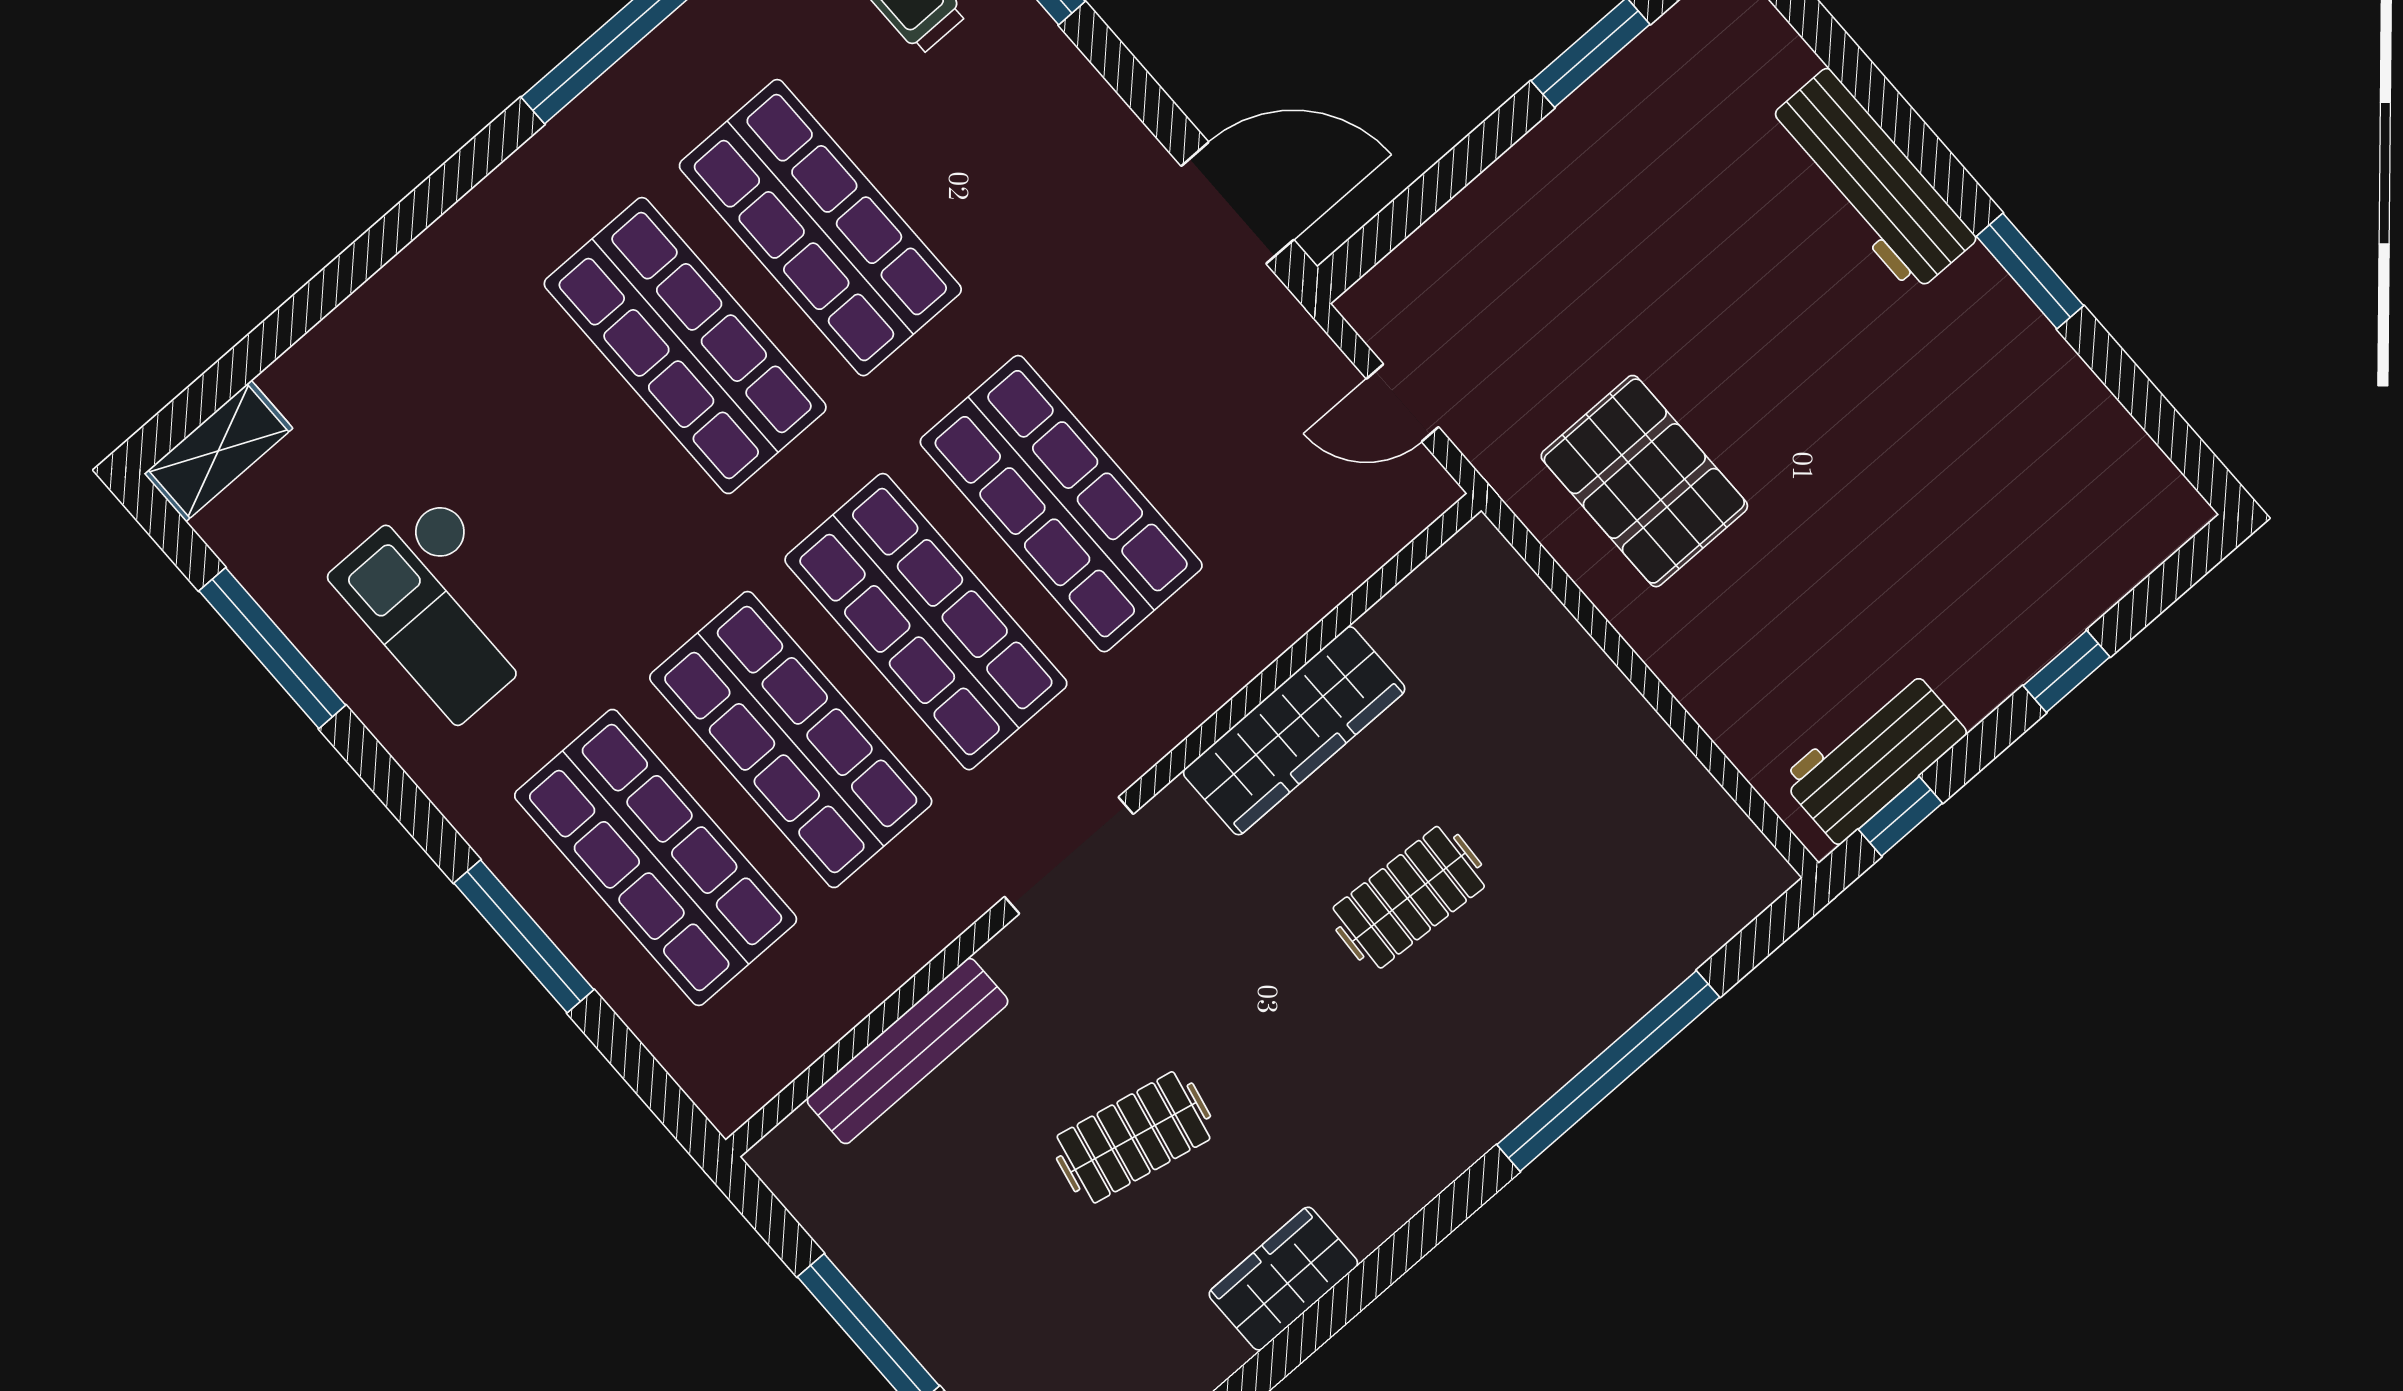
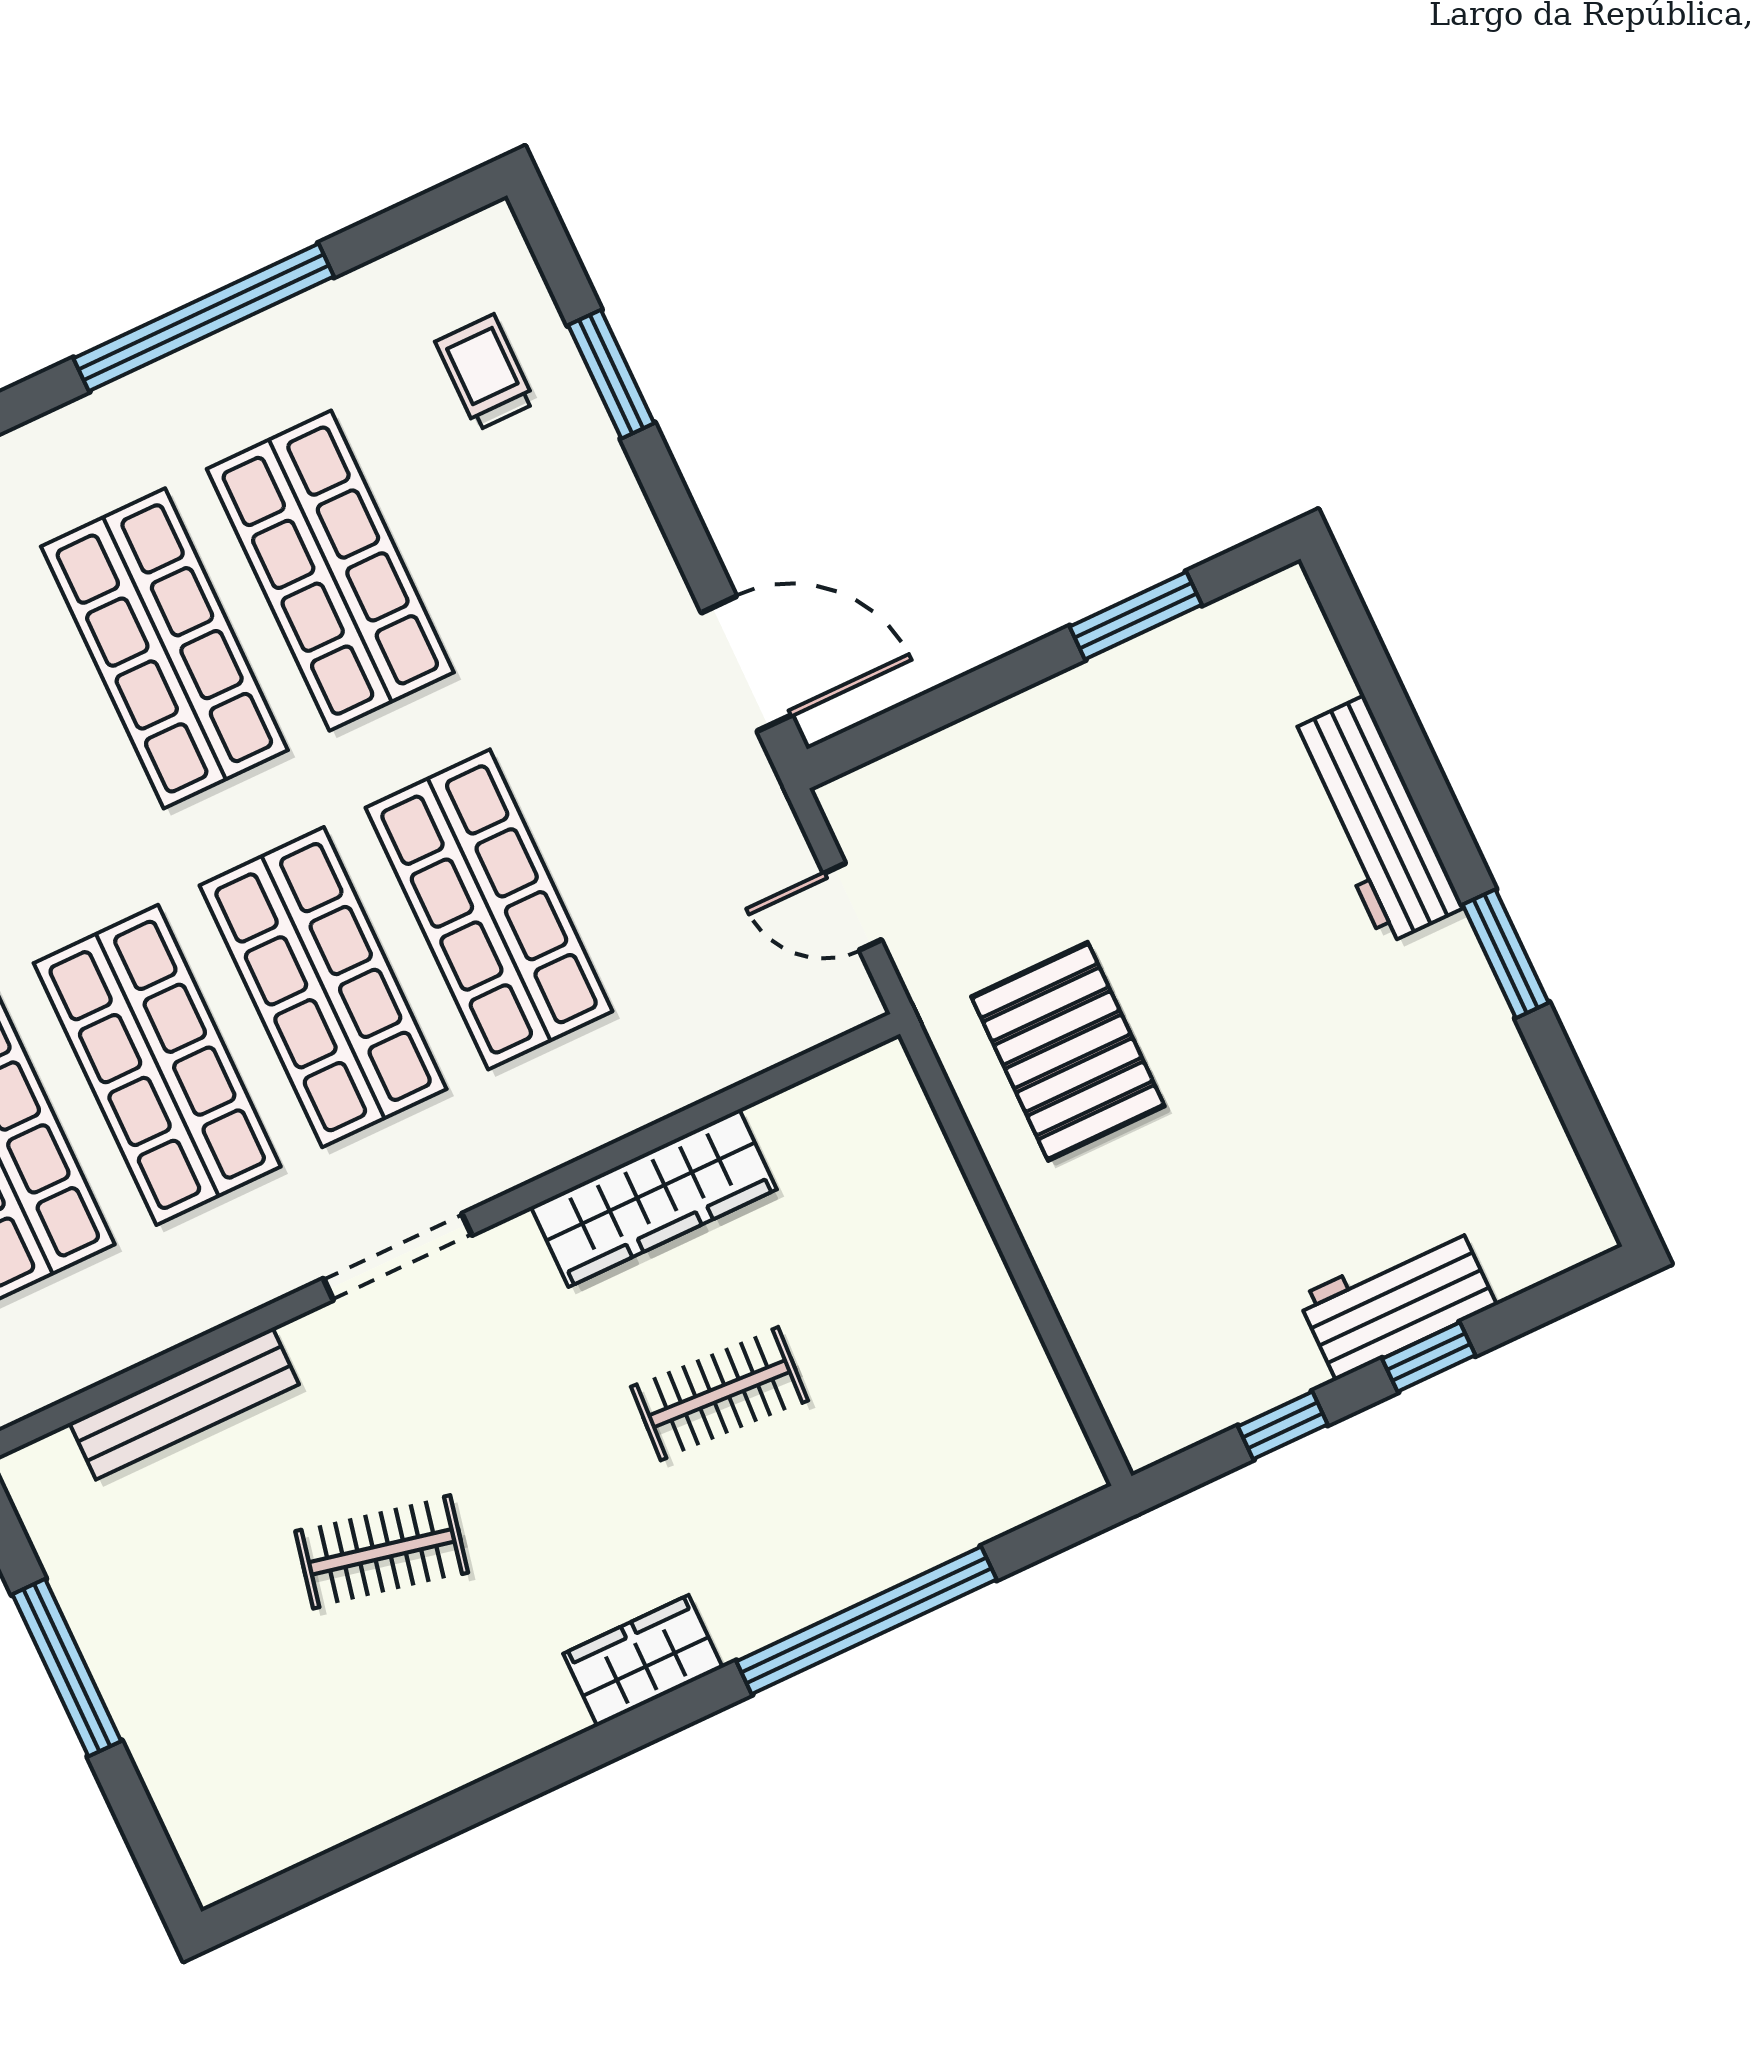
workbench: (1874, 756) -> (1397, 1301), moved
window: (1900, 816) -> (1283, 1425), moved
wardrobe: (1283, 1279) -> (643, 1661), moved

